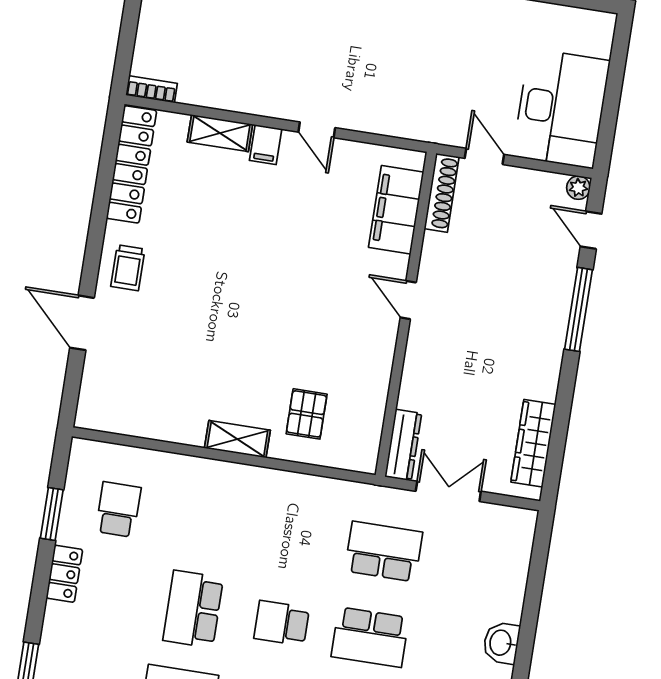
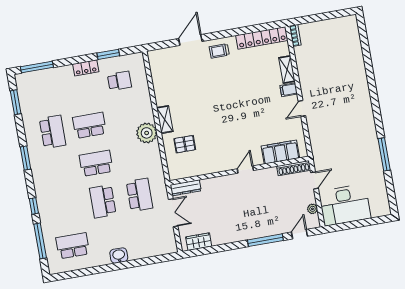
plant: (578, 188) -> (312, 209), moved
wardrobe: (533, 443) -> (199, 242), width x0.67
plant: (253, 489) -> (147, 133), added
school desk: (282, 623) -> (96, 163), width x1.85

